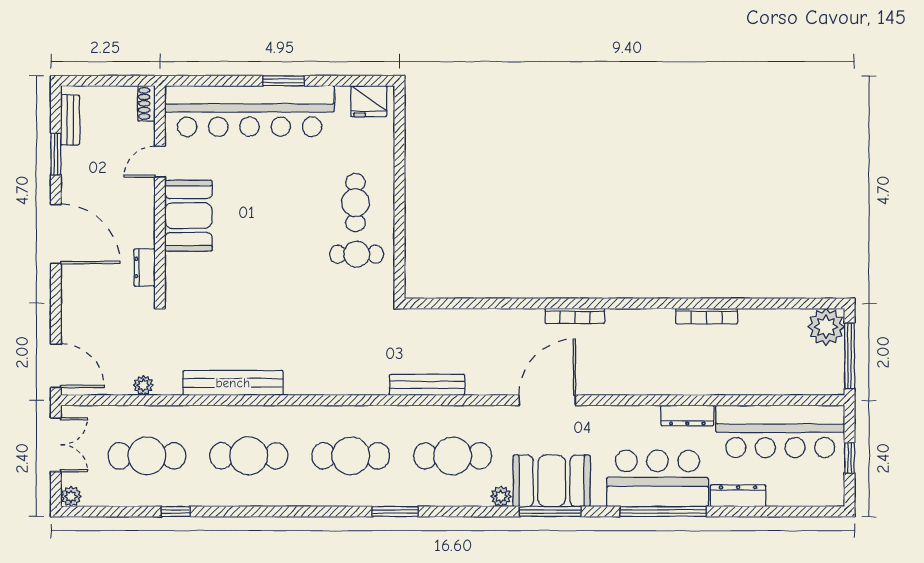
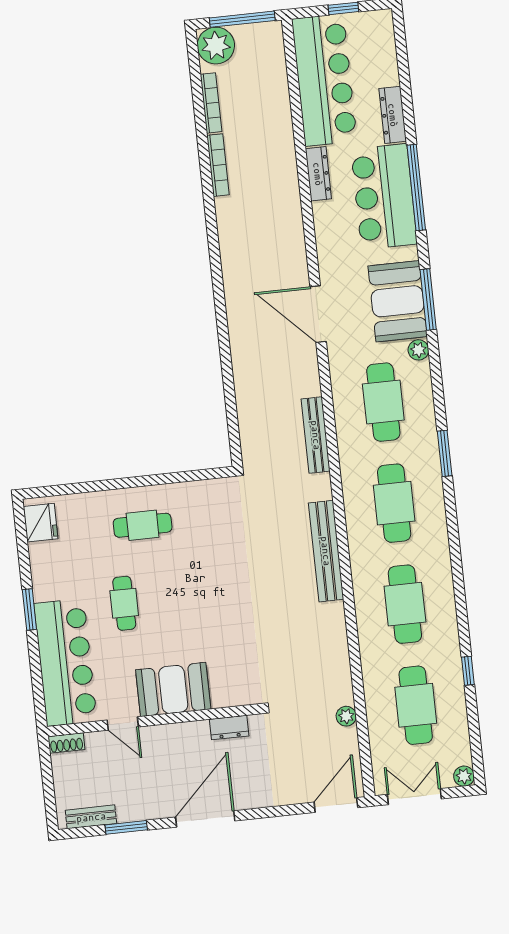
bar counter: (250, 111) -> (65, 662), width x0.73
cafe table: (357, 254) -> (124, 603), moved
bookcase: (575, 316) -> (211, 103), moved
bench: (233, 383) -> (326, 551), moved

